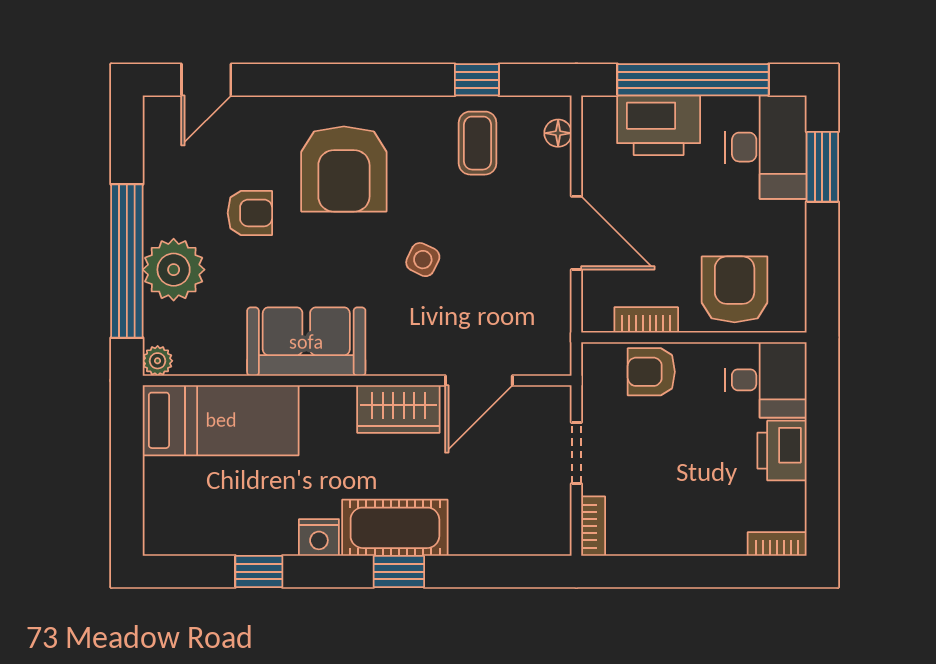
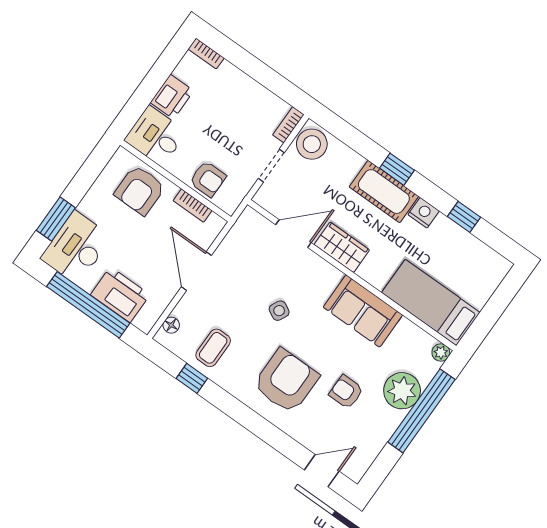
stool: (541, 523) -> (312, 144), added

